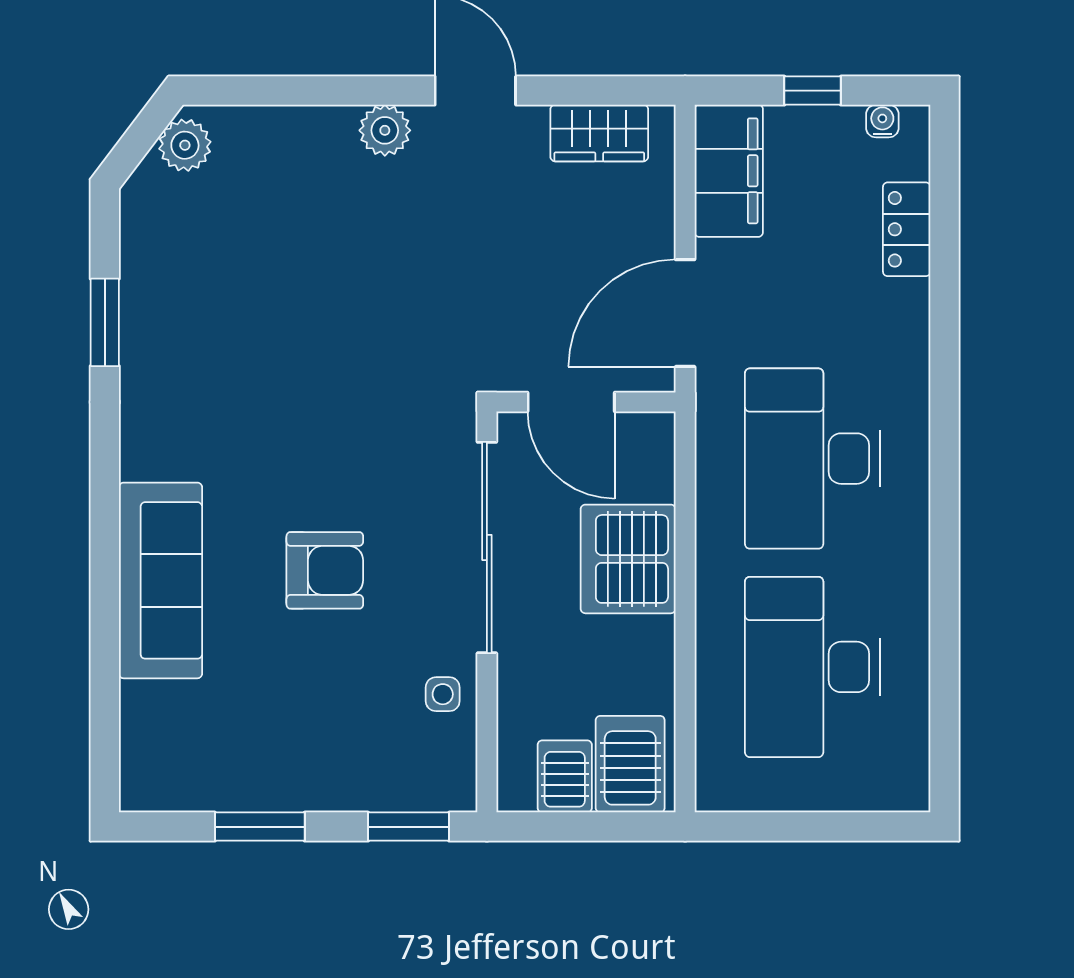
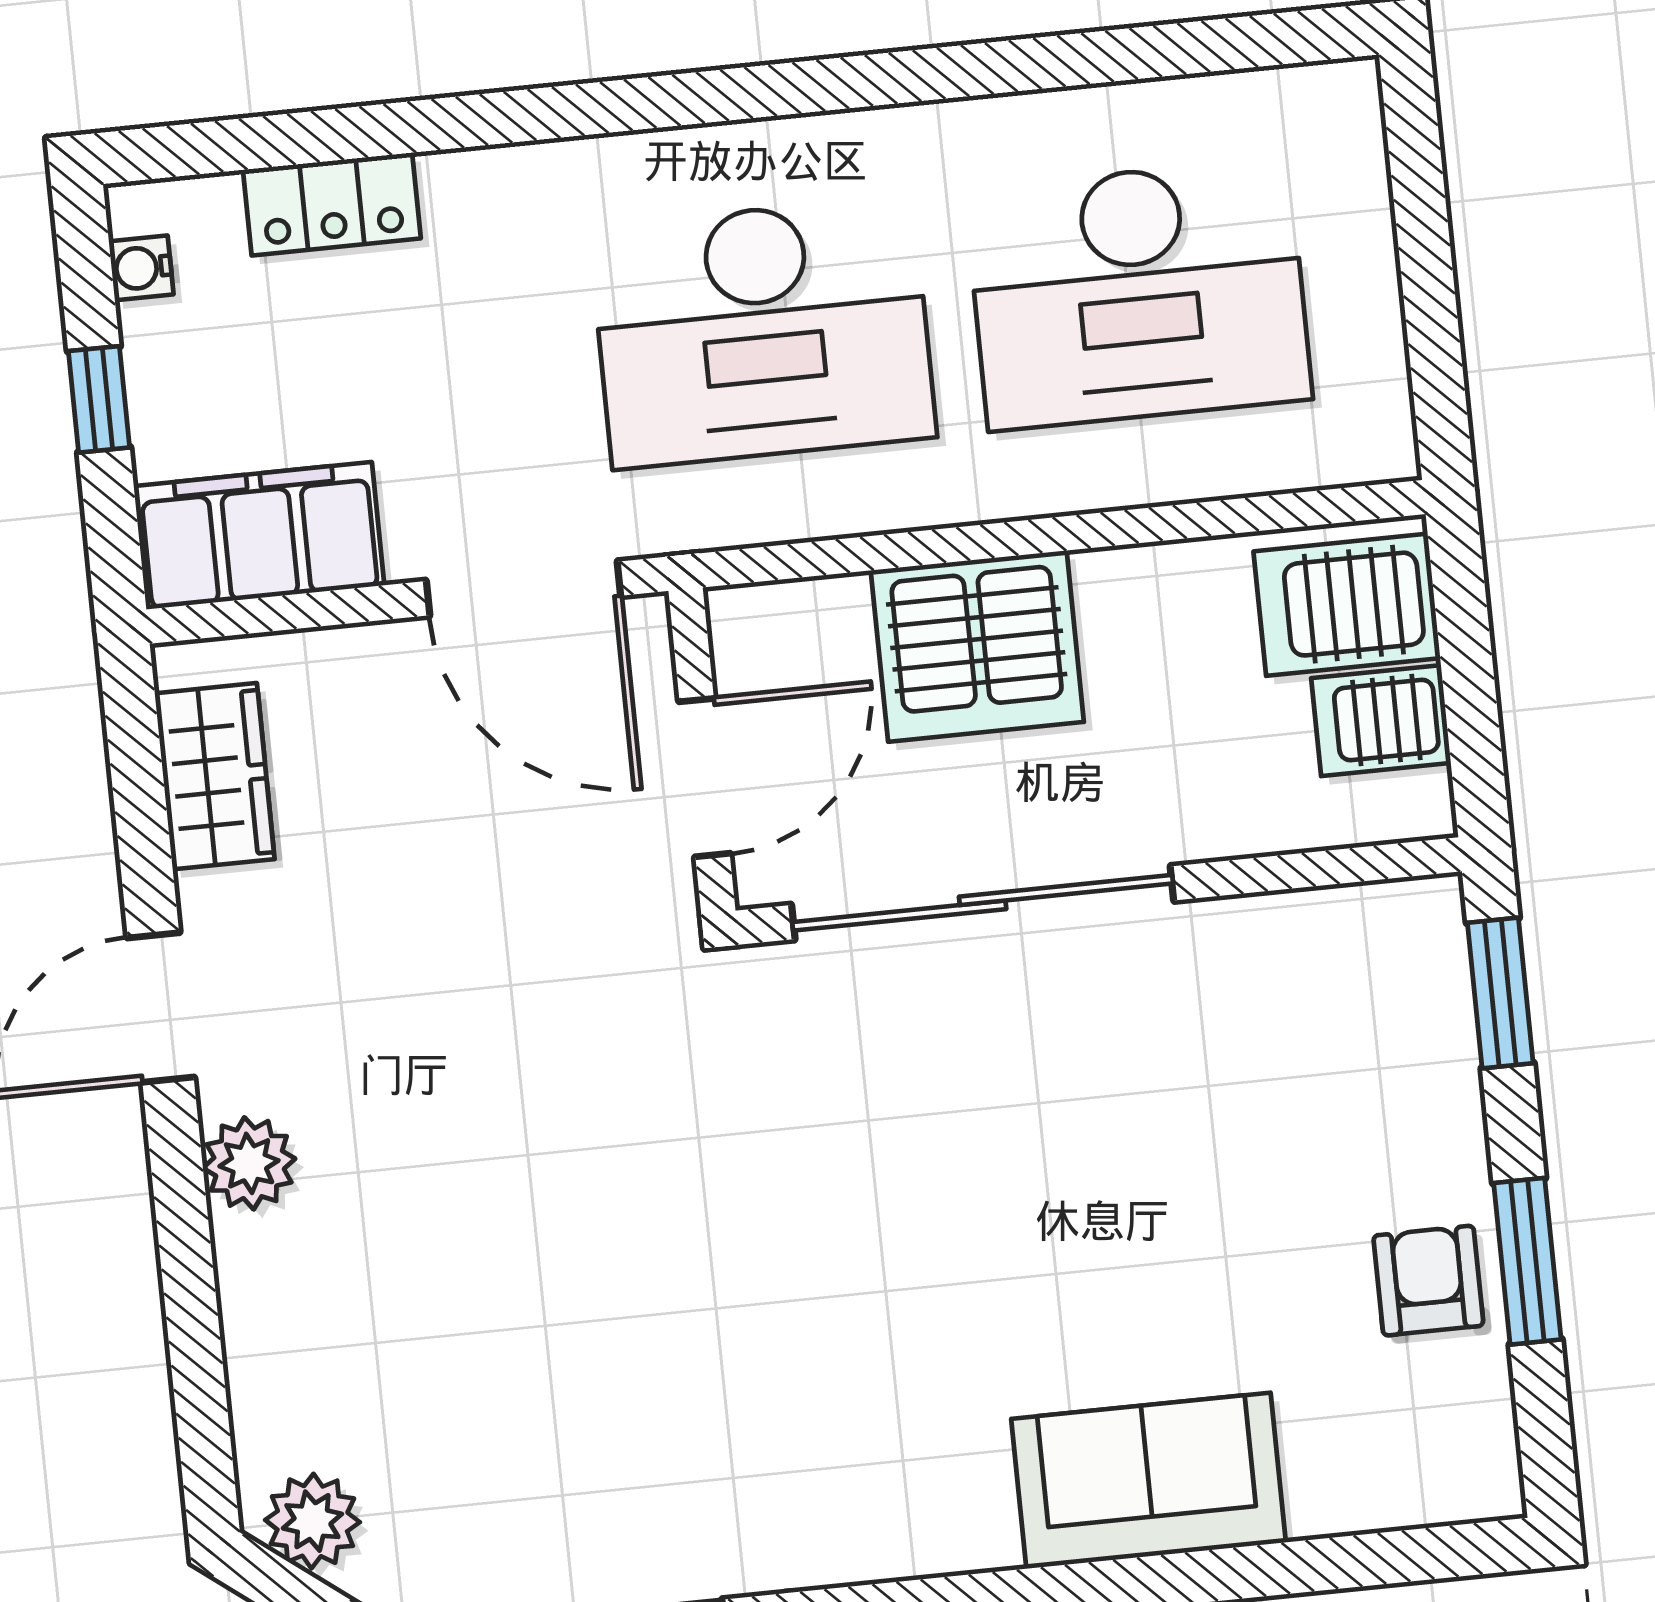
armchair: (325, 570) -> (1428, 1281), moved, width x0.72, depth x0.72
sofa: (160, 580) -> (1149, 1481), width x0.73
side table: (443, 694) -> (1255, 956), removed

